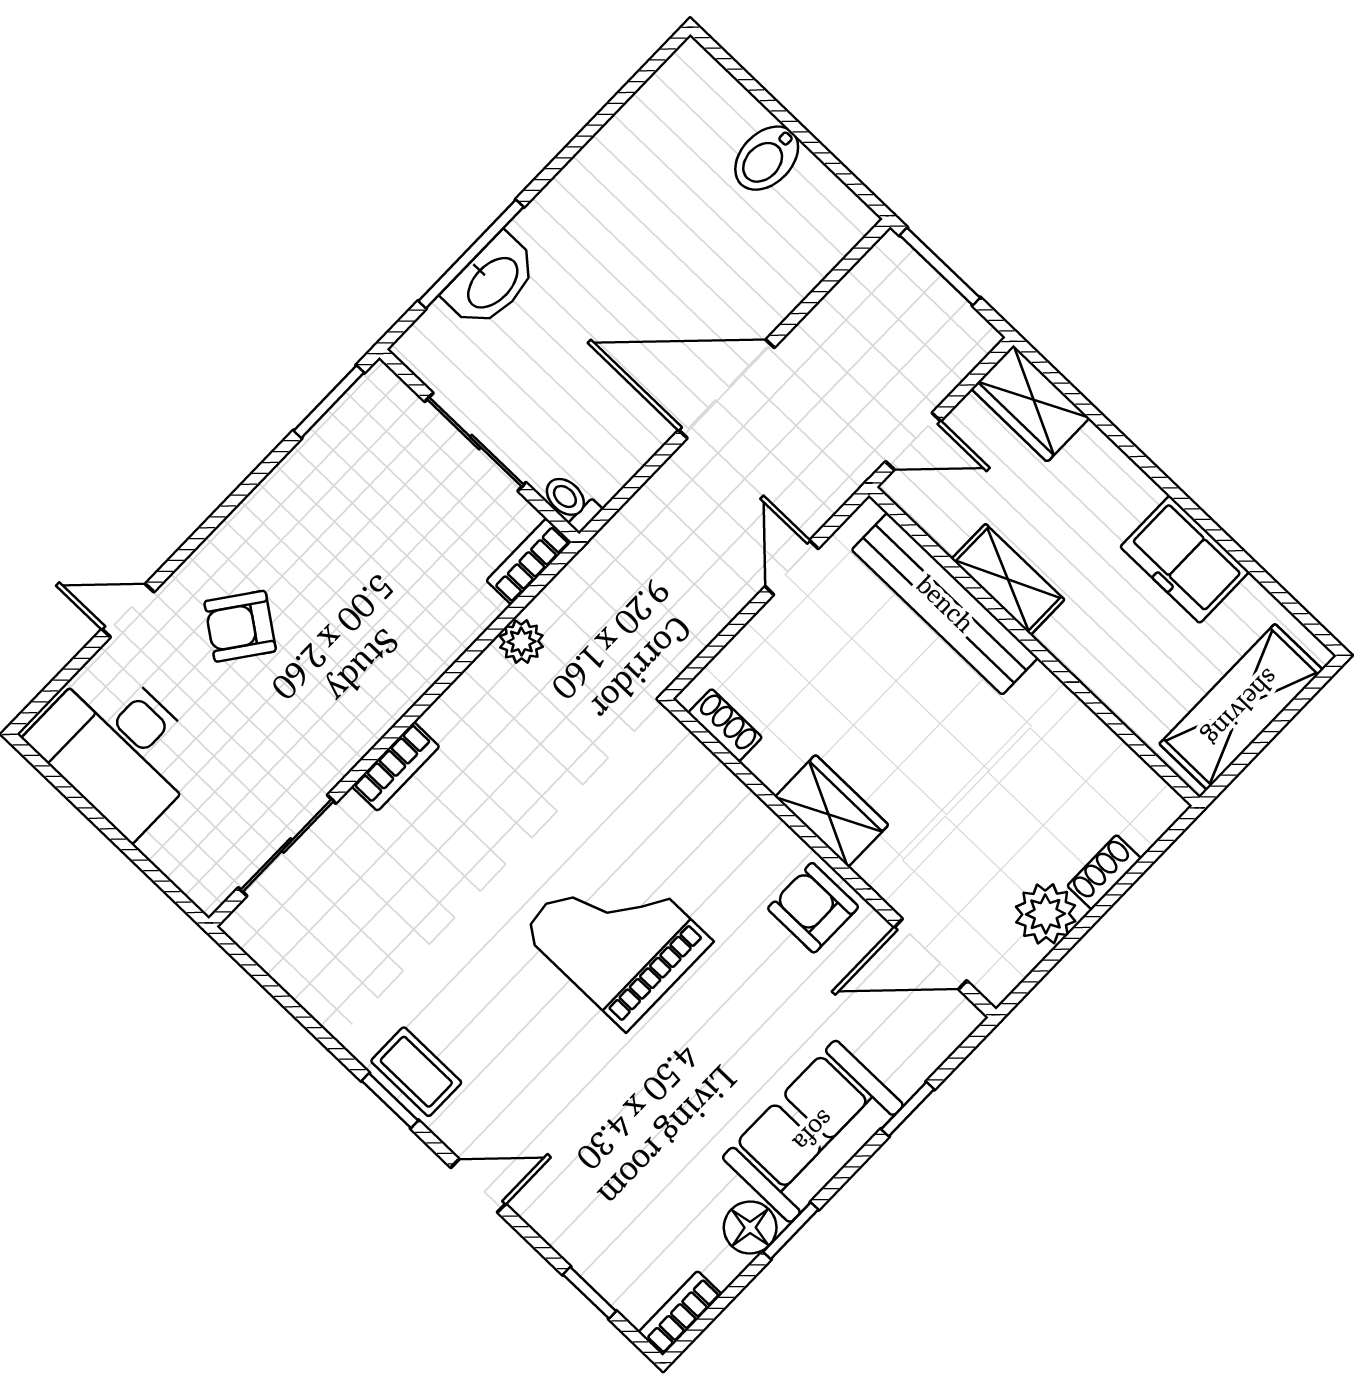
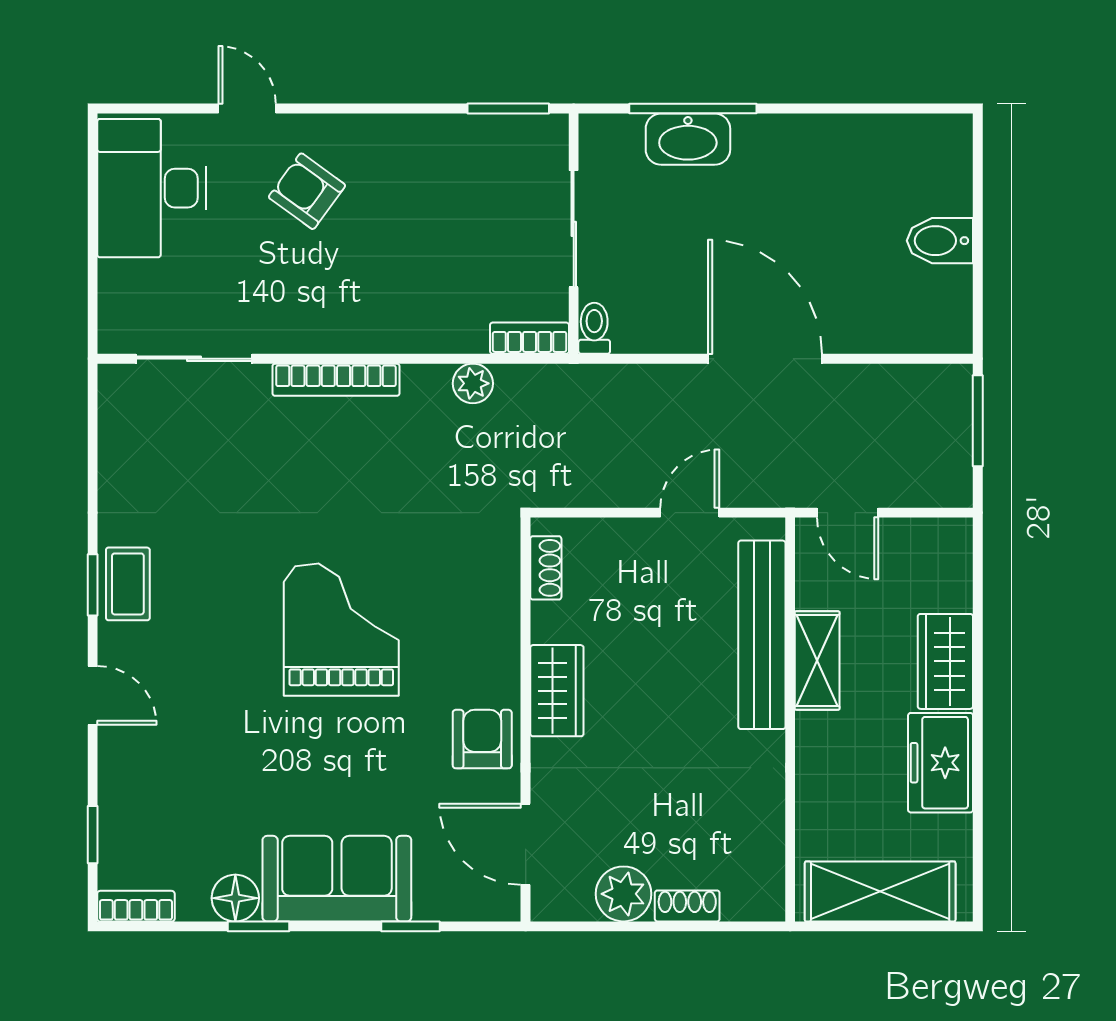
wardrobe: (1030, 403) -> (945, 661), moved
bookcase: (396, 766) -> (336, 380), width x1.56

